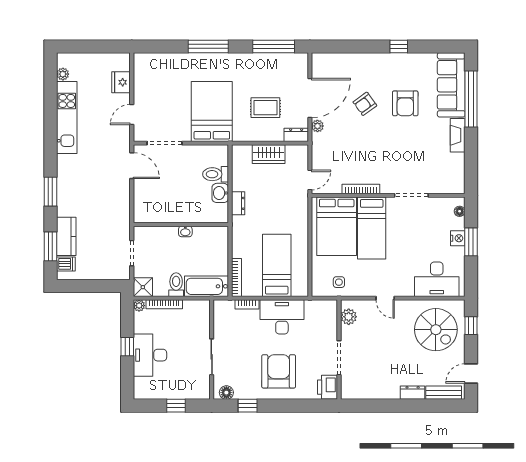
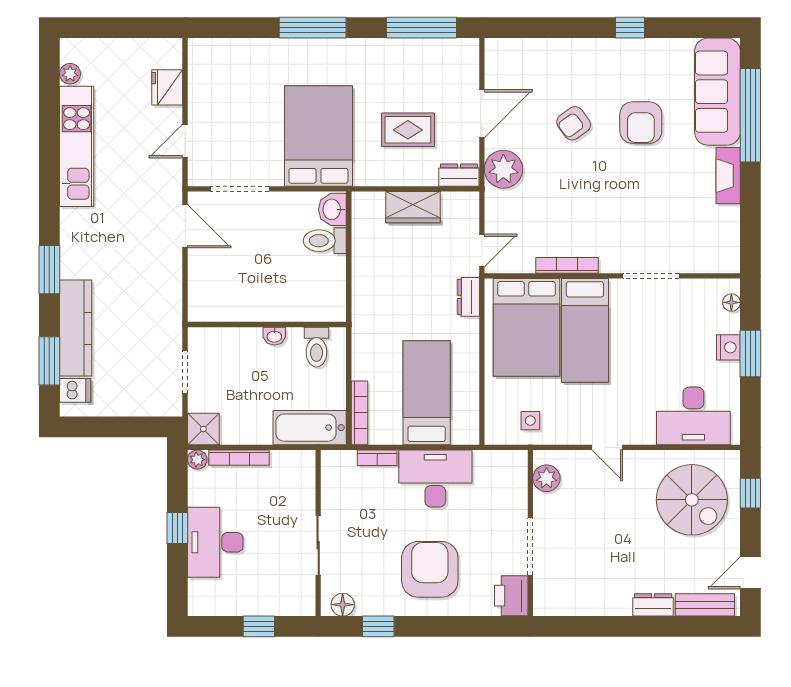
door: (310, 98) -> (482, 114), width x0.73
plant: (317, 126) -> (503, 169), width x1.88, depth x1.88
washbasin: (220, 193) -> (332, 209), moved
dresser: (238, 203) -> (468, 297), moved, turned 180
kitchen counter: (66, 236) -> (76, 328), width x1.50
toilet: (176, 285) -> (316, 347), moved, turned 180

